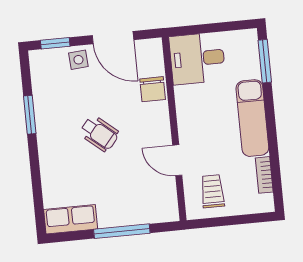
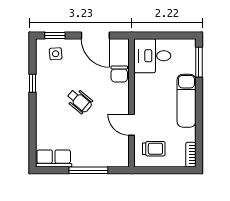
side table: (78, 60) -> (56, 54), moved
window: (30, 115) -> (32, 83), width x0.67
bookcase: (264, 175) -> (191, 155), moved
trolley: (212, 191) -> (154, 149), turned 90

